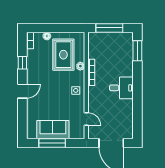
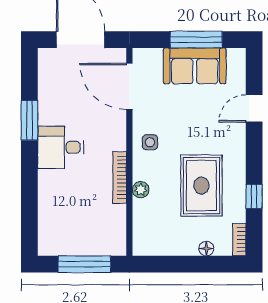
window: (137, 51) -> (29, 120), moved
rug: (63, 55) -> (201, 186), moved
door: (22, 91) -> (254, 108), moved
door: (86, 119) -> (129, 86), width x1.87

